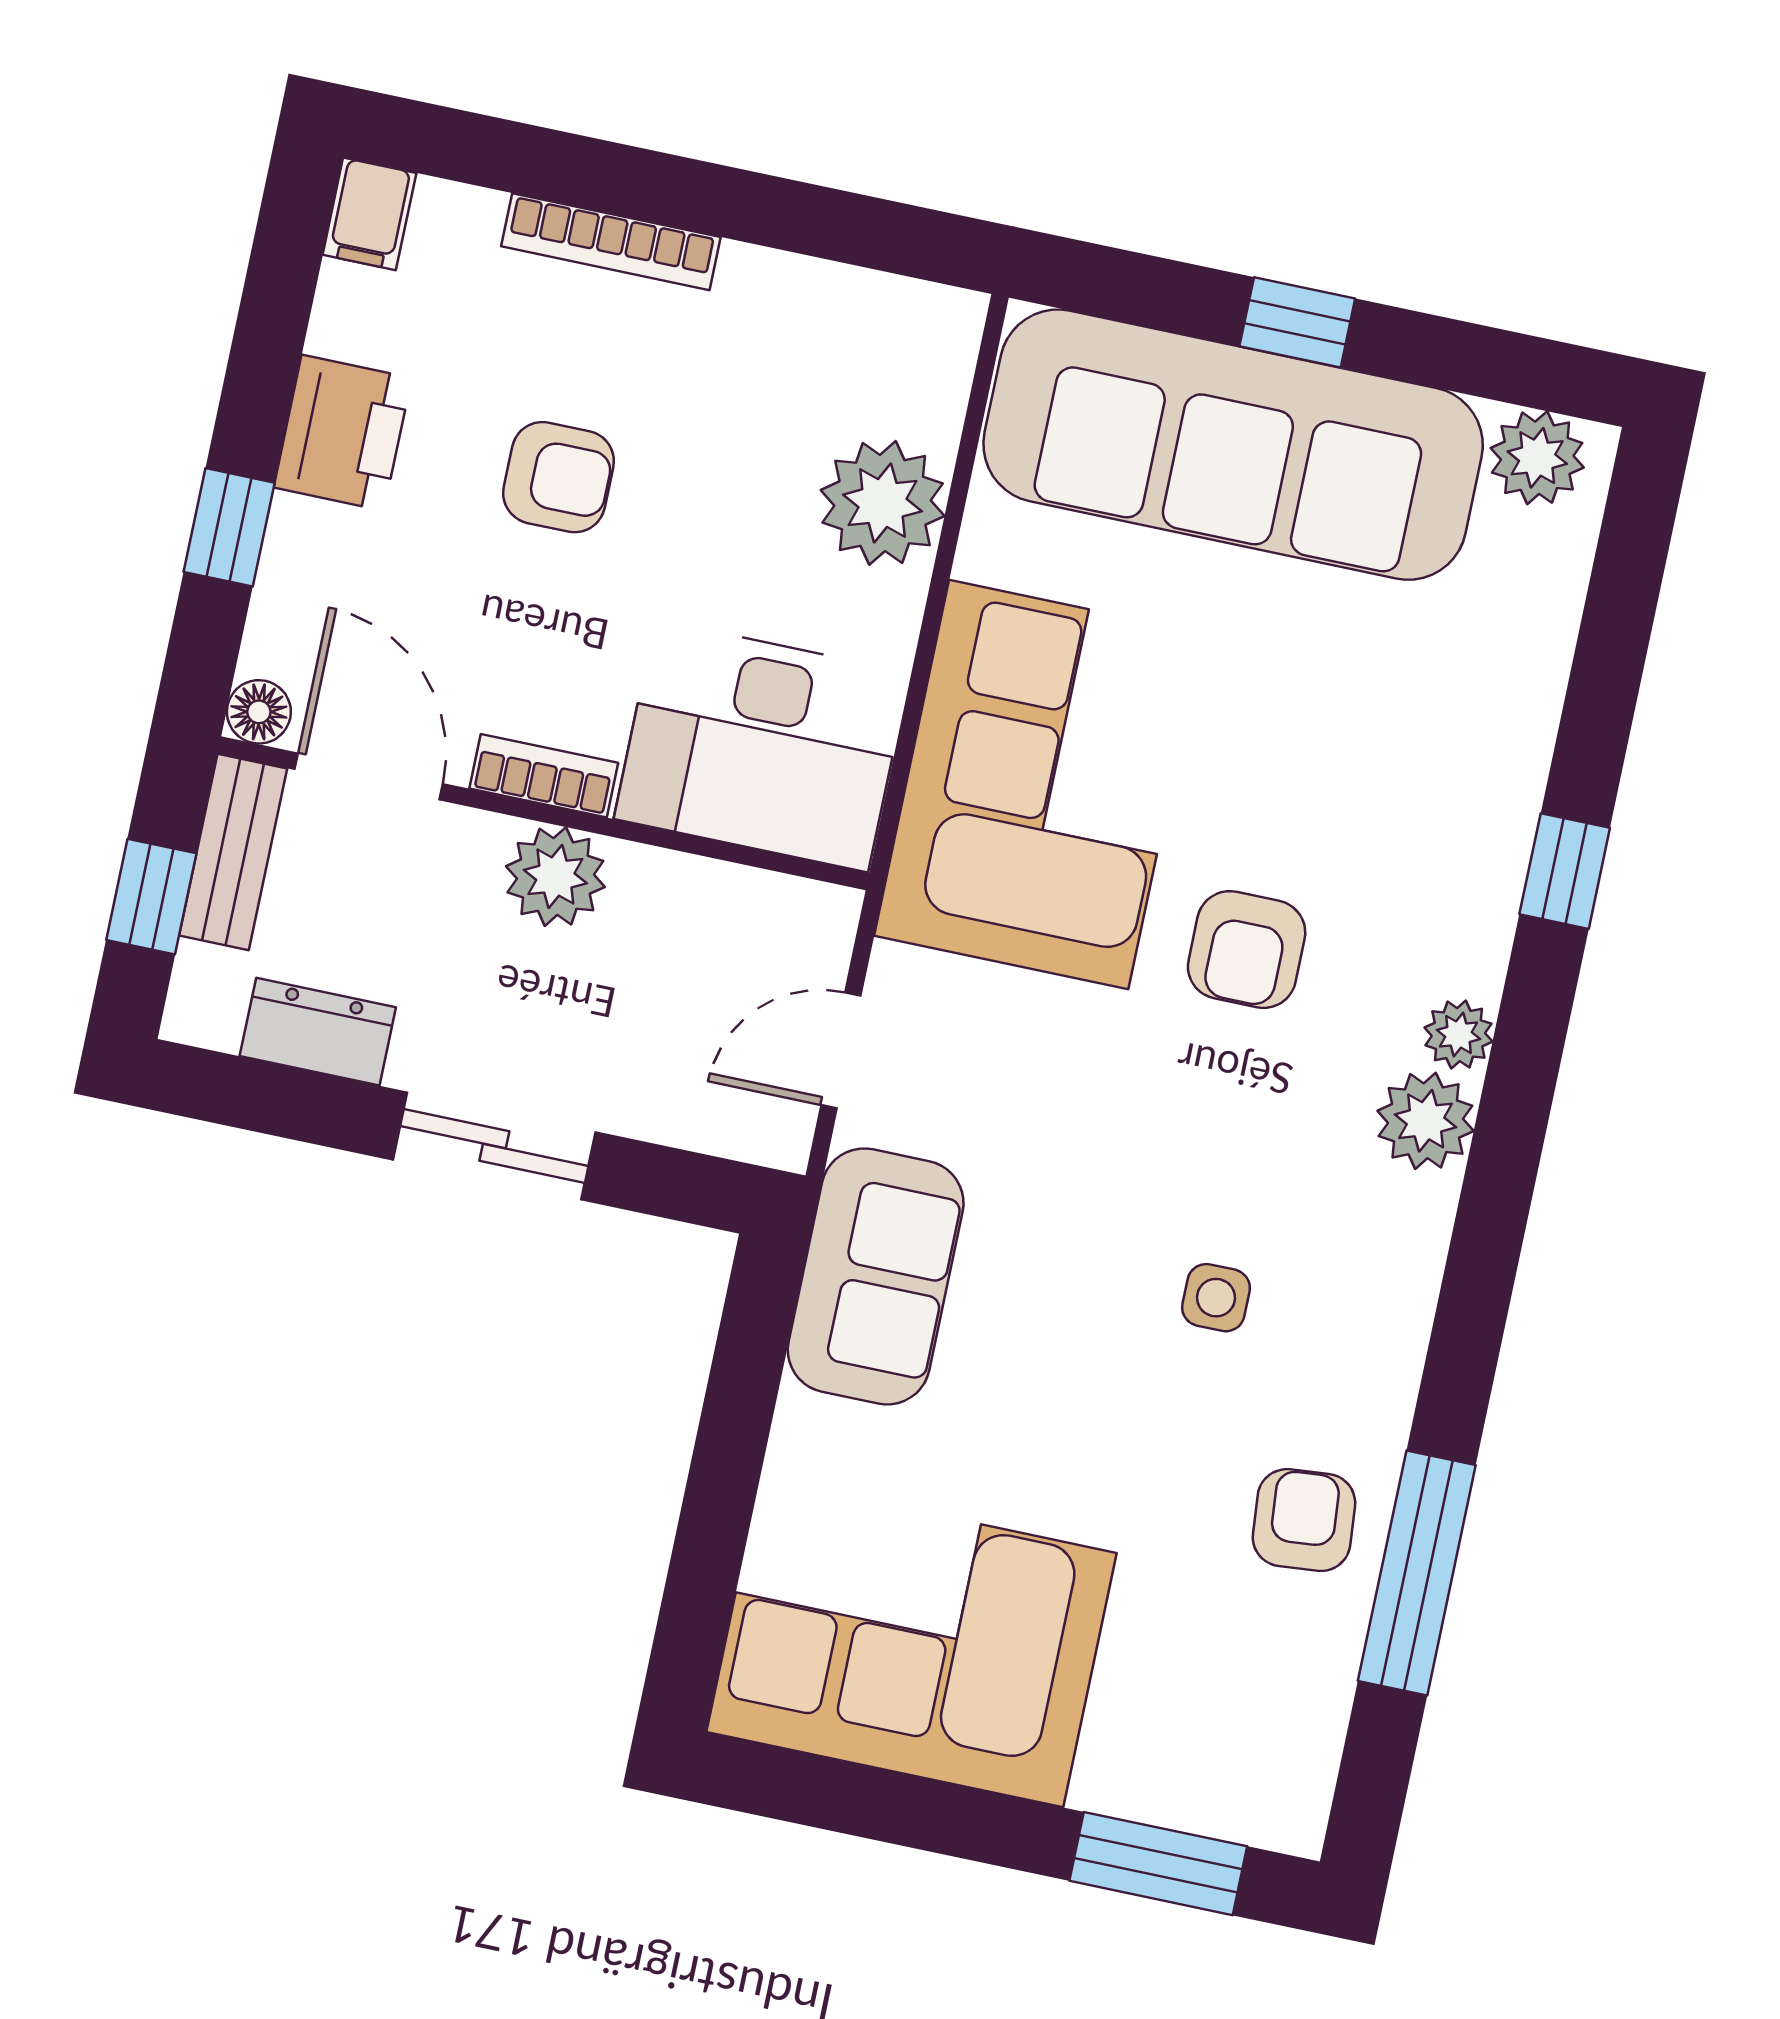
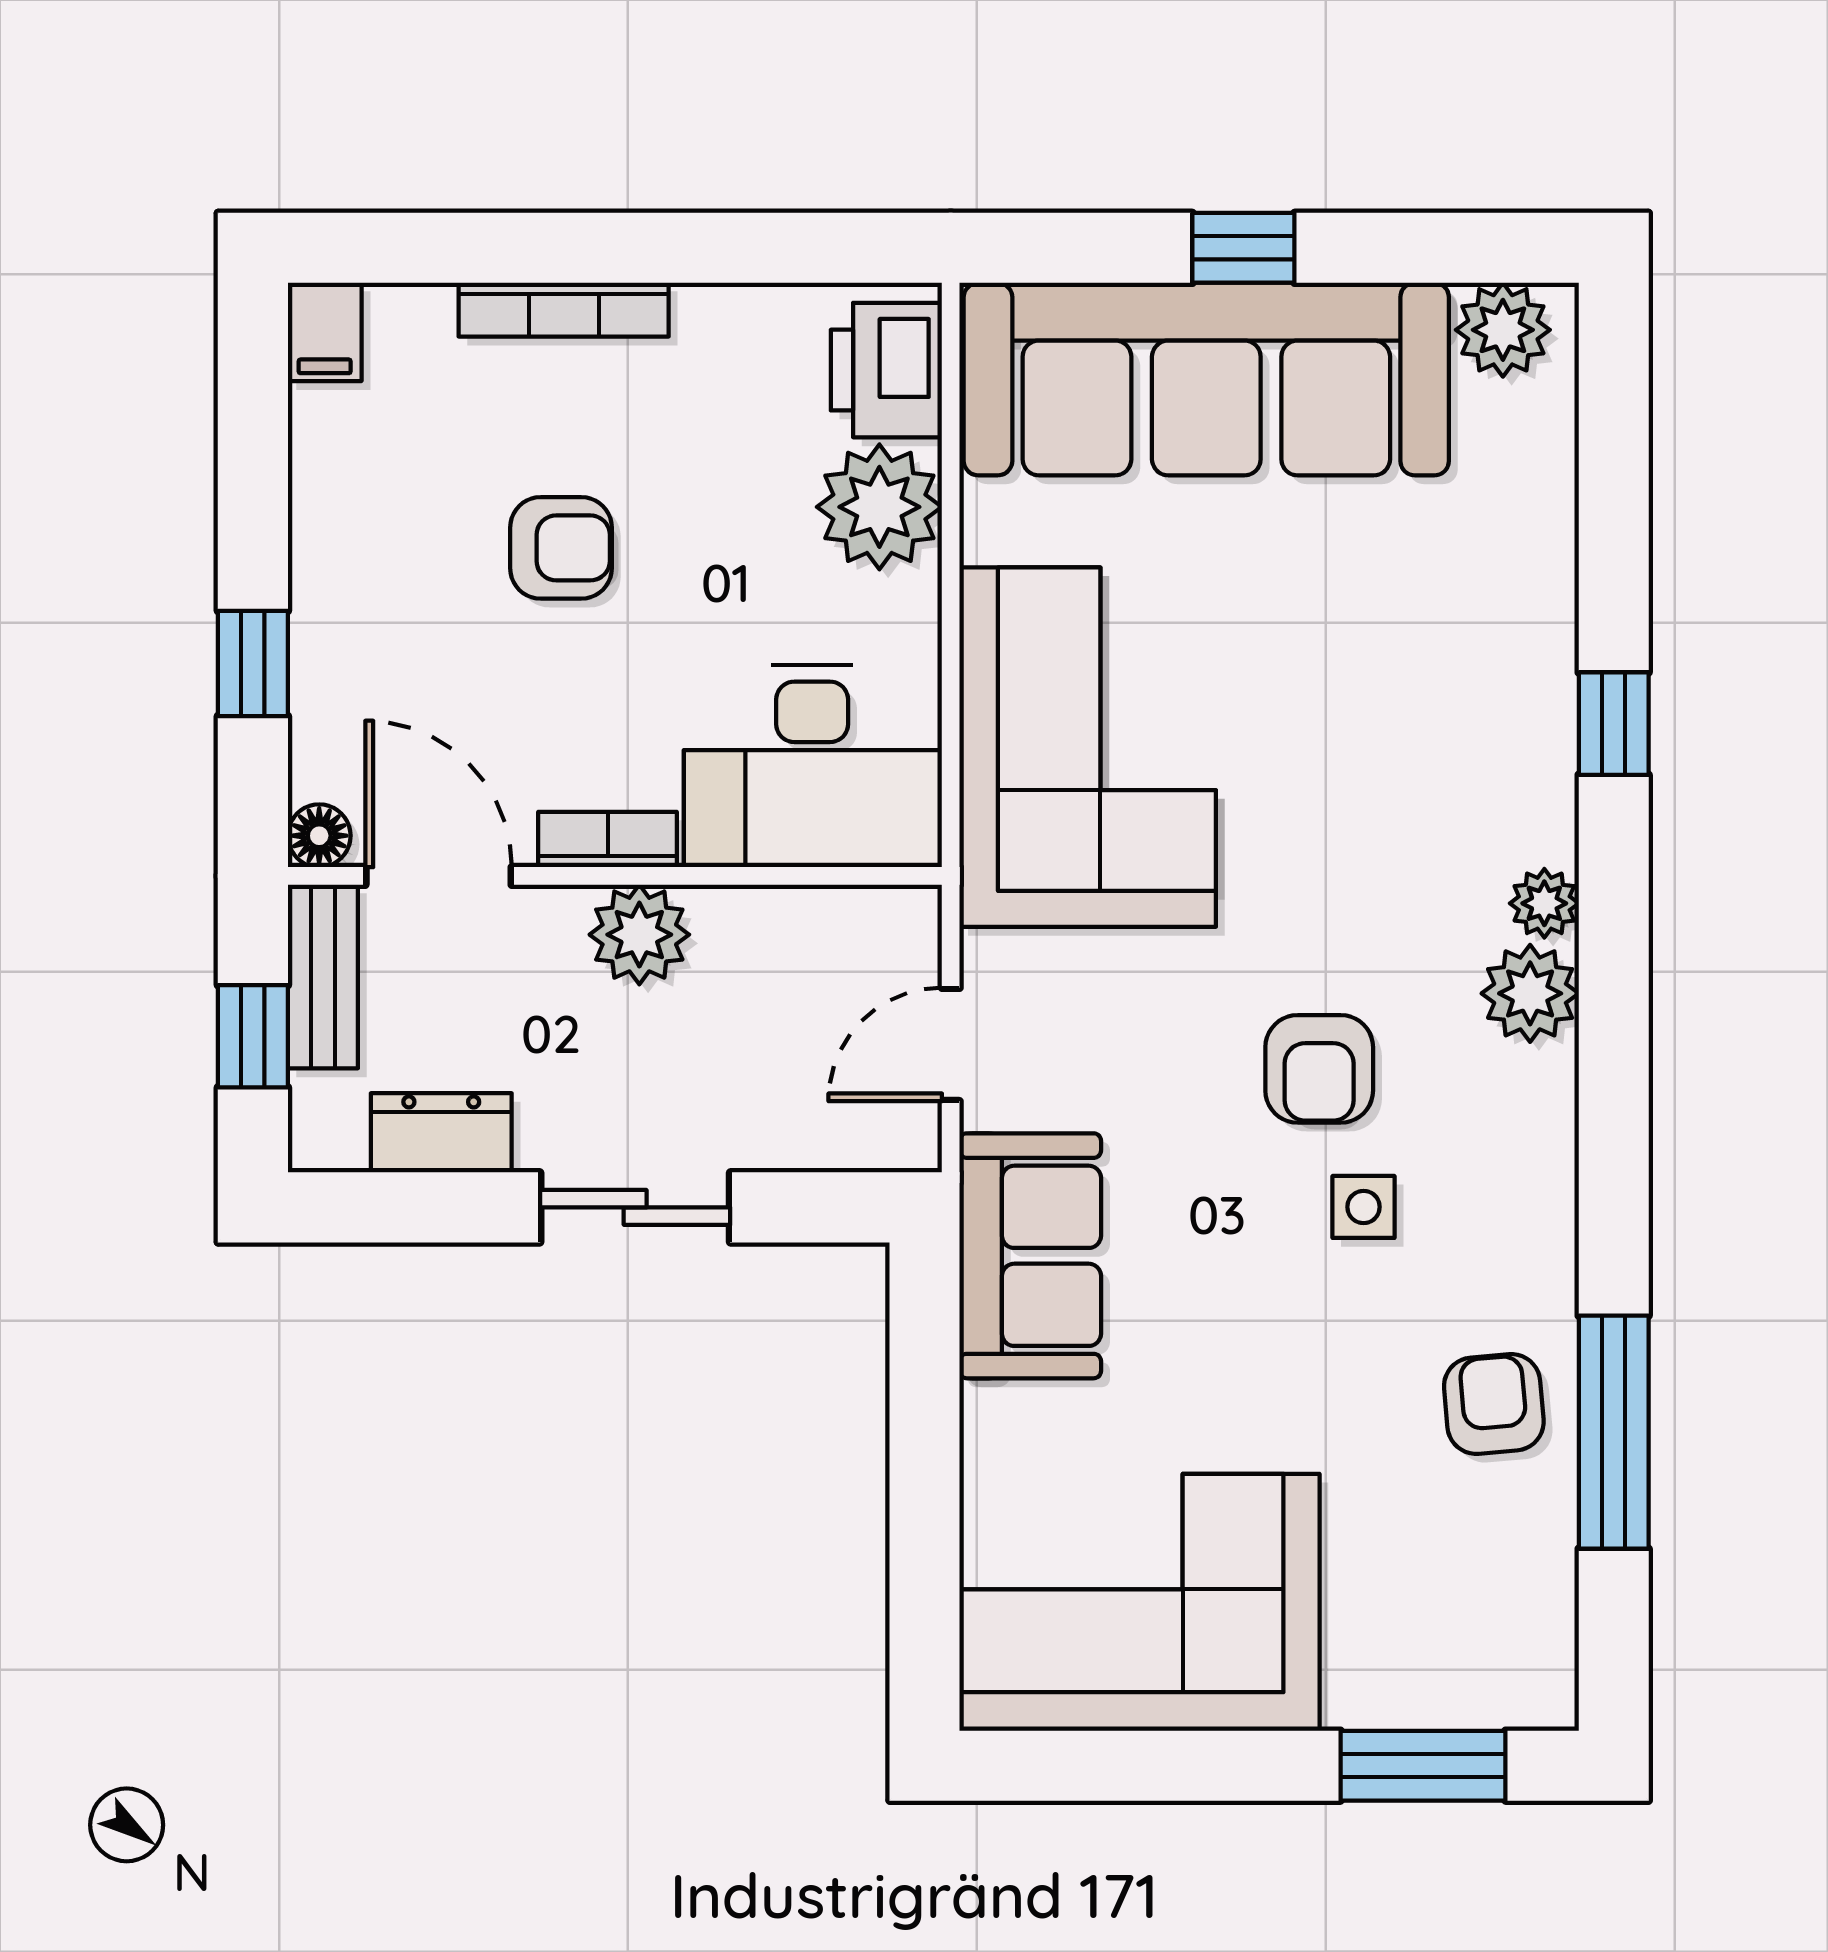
printer: (343, 433) -> (886, 370), moved, turned 180
armchair: (1247, 950) -> (1319, 1069), moved

